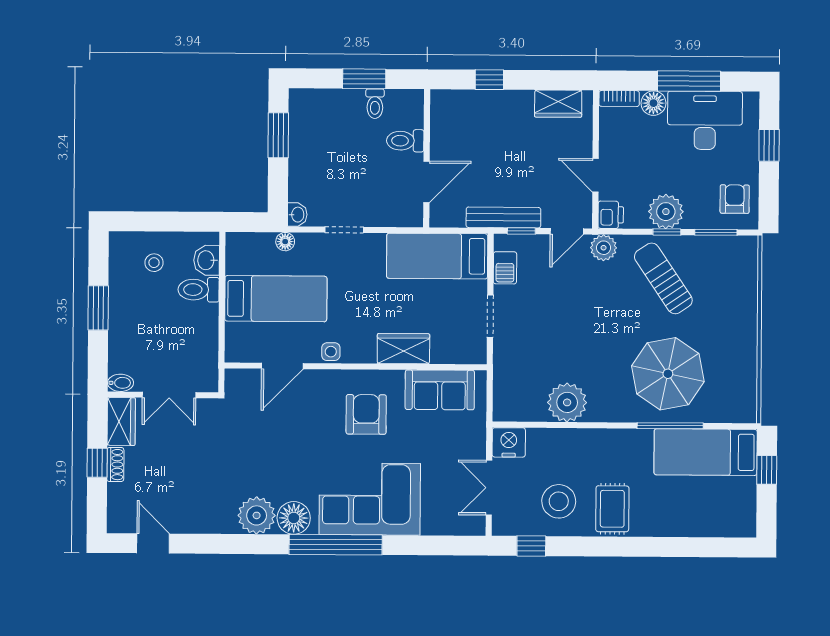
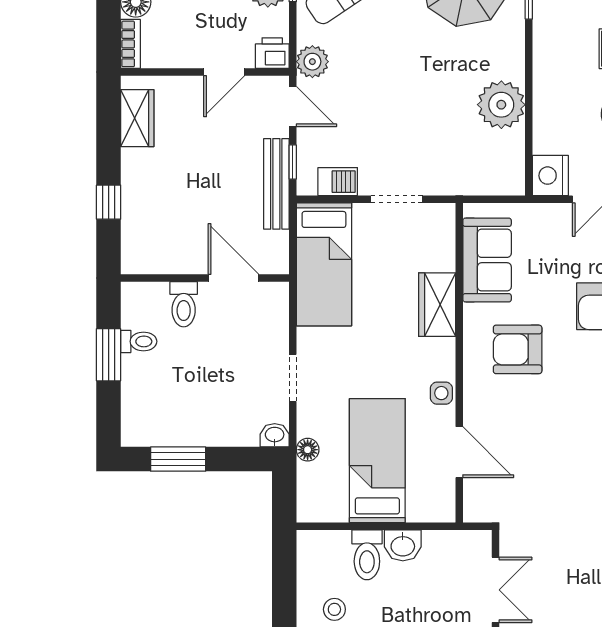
washbasin: (207, 260) -> (403, 545), moved

